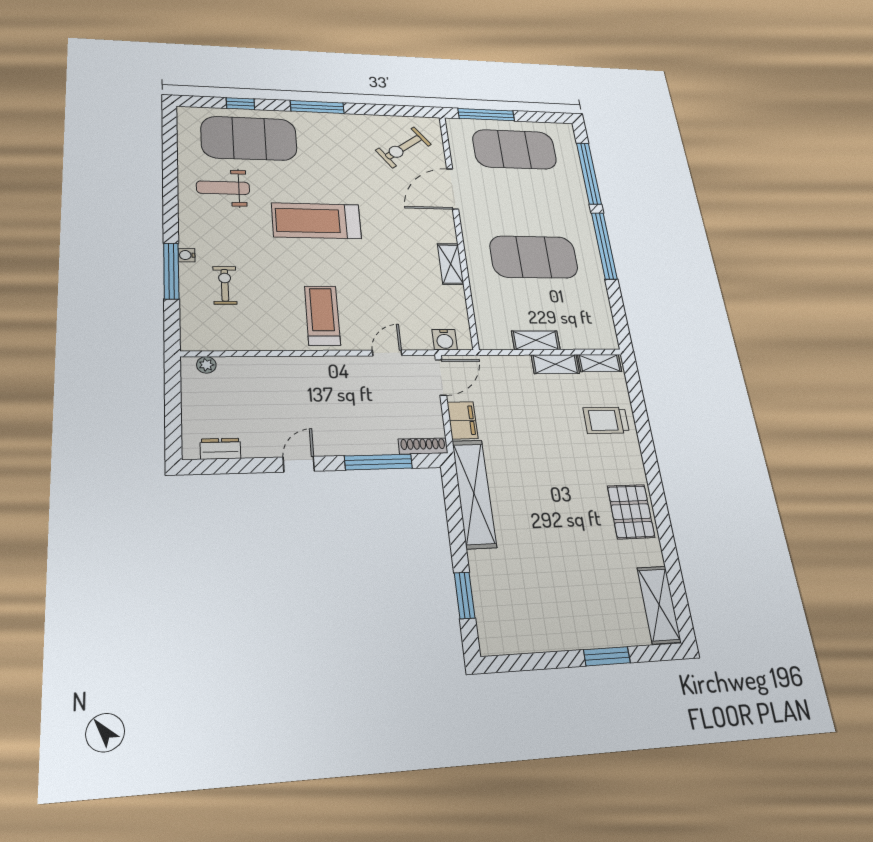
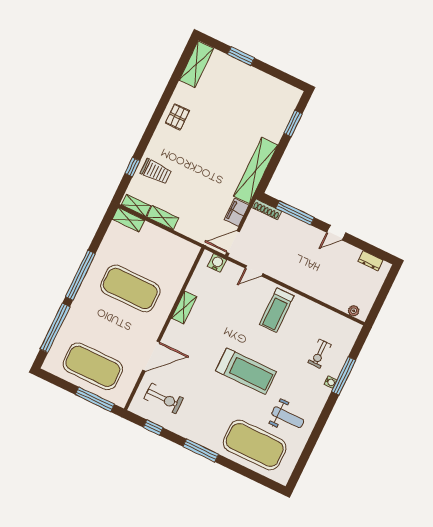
window: (240, 104) -> (153, 427), moved
exercise bike: (403, 147) -> (164, 398), turned 36
shelving: (536, 340) -> (128, 220), moved
window: (639, 411) -> (132, 167), added
pallet: (631, 512) -> (177, 117), width x0.67, depth x0.71

